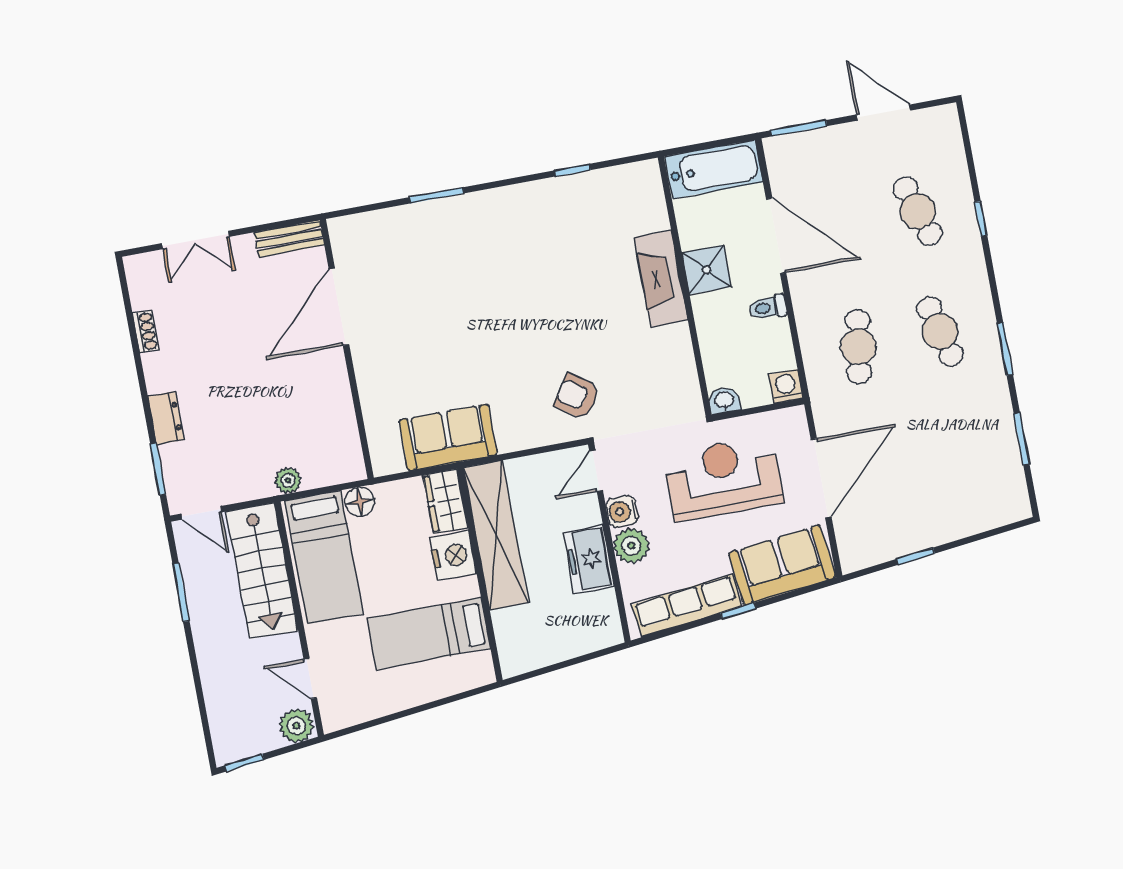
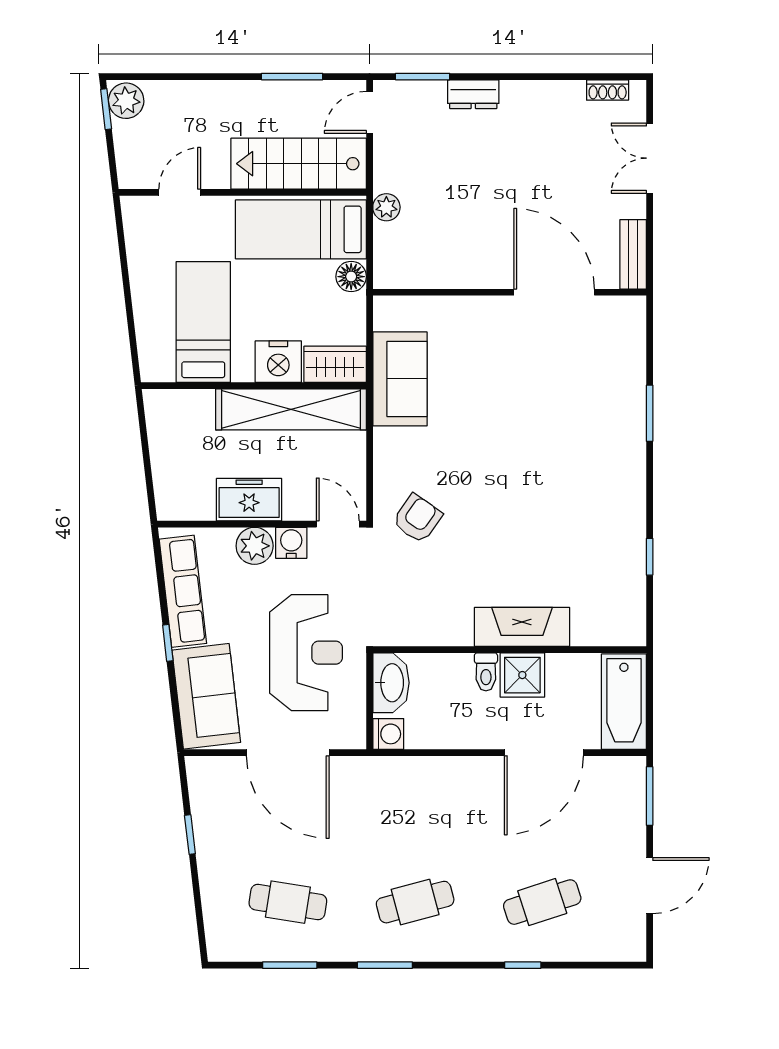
toilet: (768, 308) -> (486, 672), moved, turned 180
shoe rack: (146, 332) -> (608, 90), moved
cafe table: (858, 347) -> (288, 902), moved
washbasin: (724, 401) -> (391, 683), width x1.91, depth x1.45
plant: (296, 726) -> (126, 101), moved

